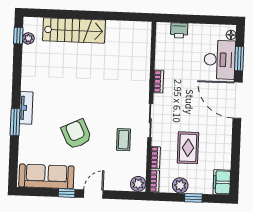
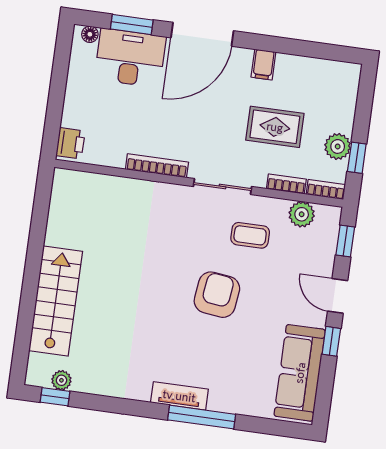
printer: (179, 30) -> (70, 143), moved
bookcase: (159, 81) -> (157, 166), width x1.56
window: (15, 122) -> (202, 417), width x1.44
armchair: (76, 134) -> (217, 295), moved, turned 122
filing cabinet: (222, 182) -> (263, 65), moved, width x0.50
plant: (138, 184) -> (302, 214), moved
window: (126, 195) -> (345, 241), added
window: (193, 198) -> (357, 158), moved

